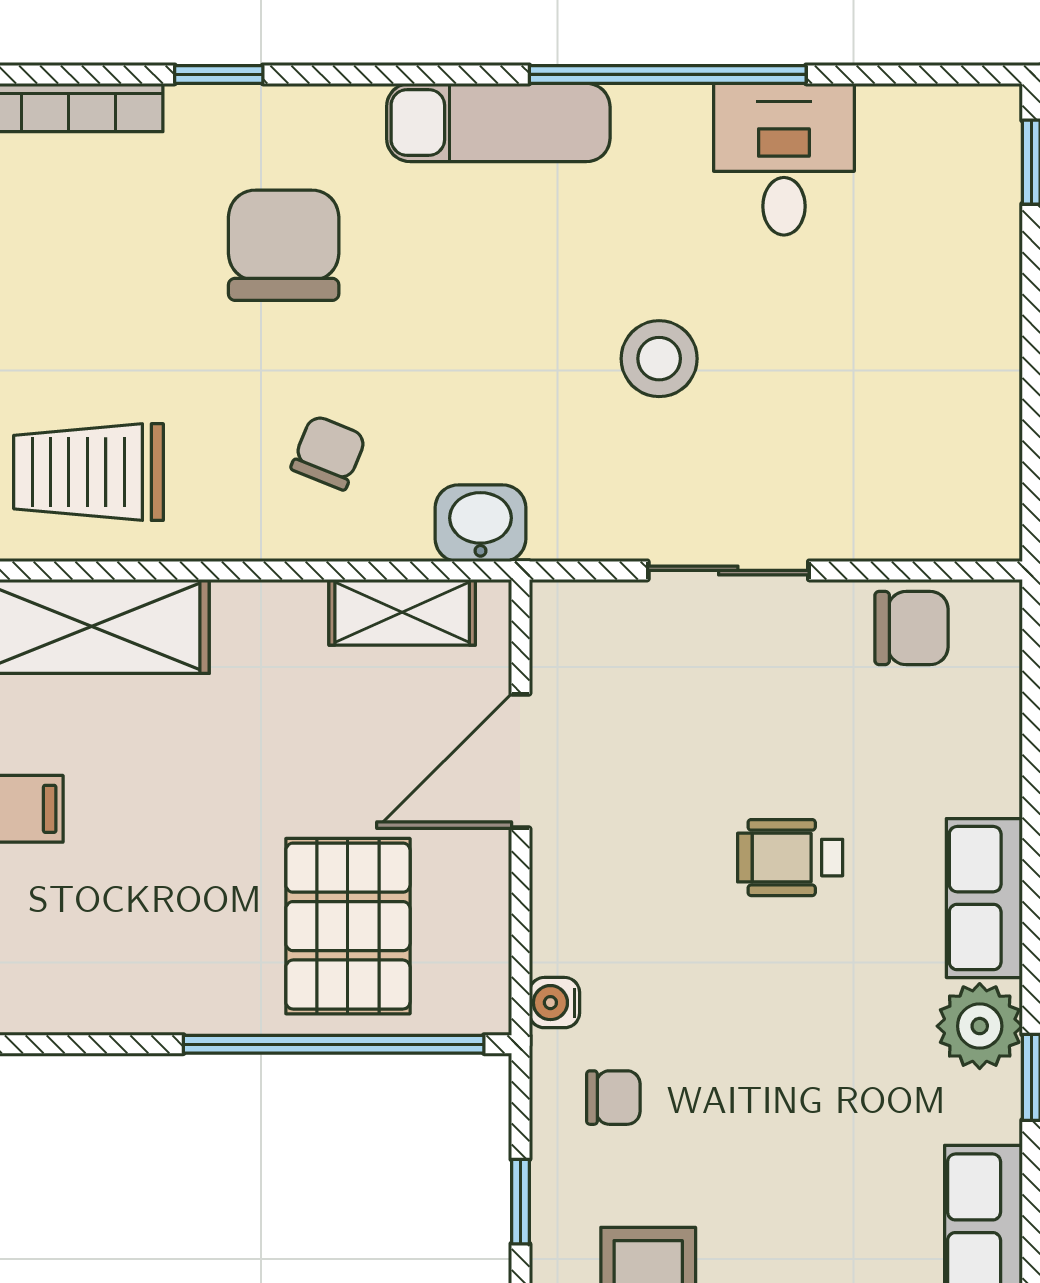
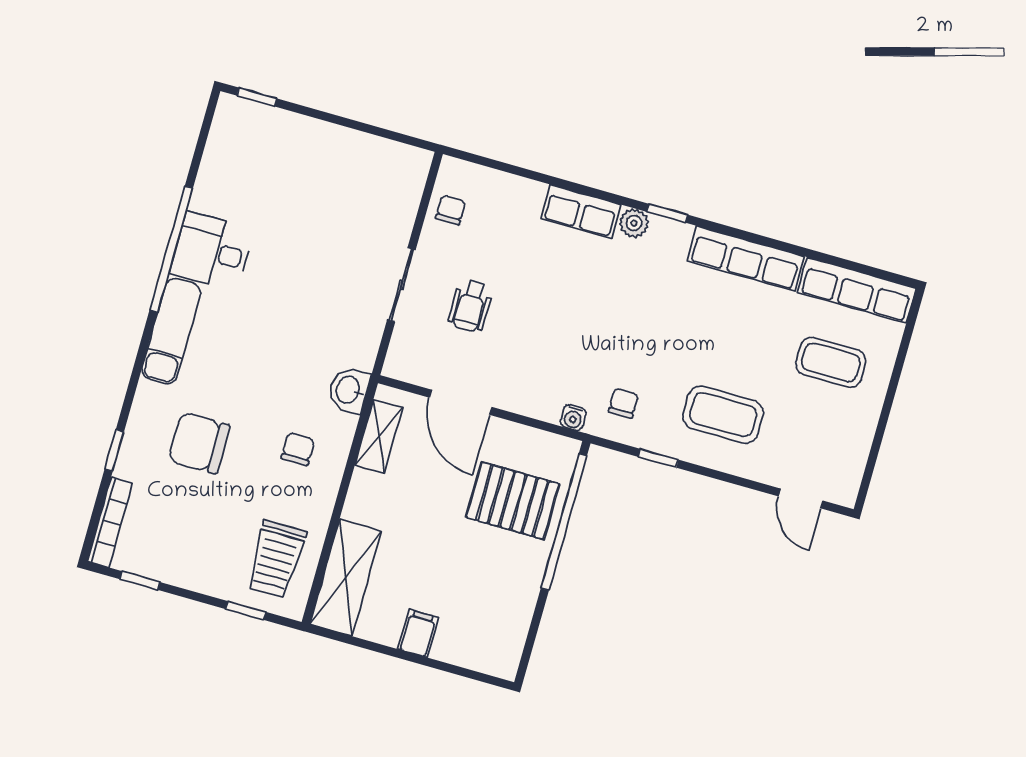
desk: (784, 159) -> (212, 251), moved
stool: (659, 359) -> (298, 289), removed
chair: (328, 453) -> (298, 449), turned 68
chair: (911, 628) -> (451, 210), width x0.73, depth x0.73
wheelchair: (790, 858) -> (470, 306), moved
plant: (980, 1026) -> (634, 223), width x0.73, depth x0.73

